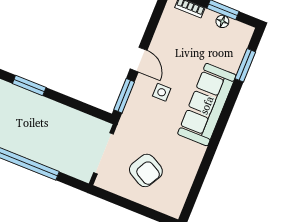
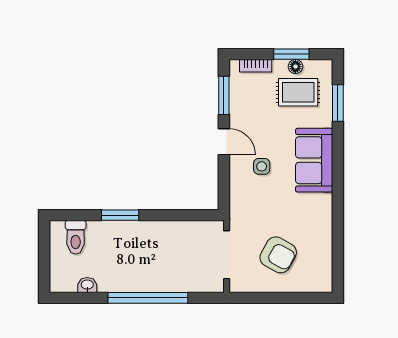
rug: (216, 43) -> (298, 92), added
window: (124, 96) -> (224, 95), moved
sofa: (207, 105) -> (314, 160), width x0.73

